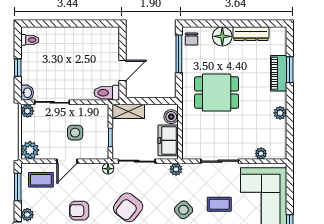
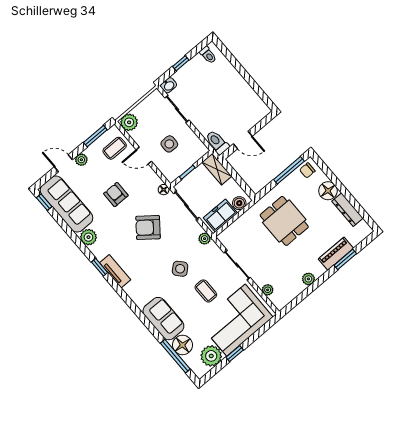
plant: (27, 111) -> (156, 97), removed
coffee table: (41, 180) -> (115, 148), turned 90

